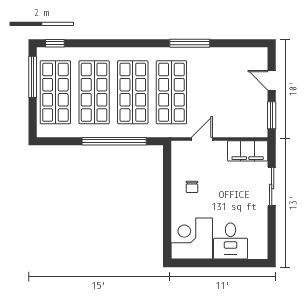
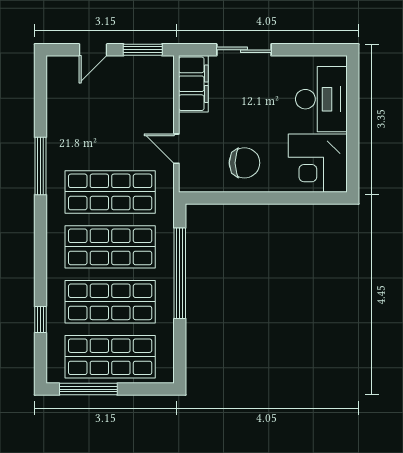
window: (55, 43) -> (40, 320), moved
chair: (192, 187) -> (244, 163), width x1.87, depth x1.87
desk: (230, 241) -> (321, 99), width x1.37

